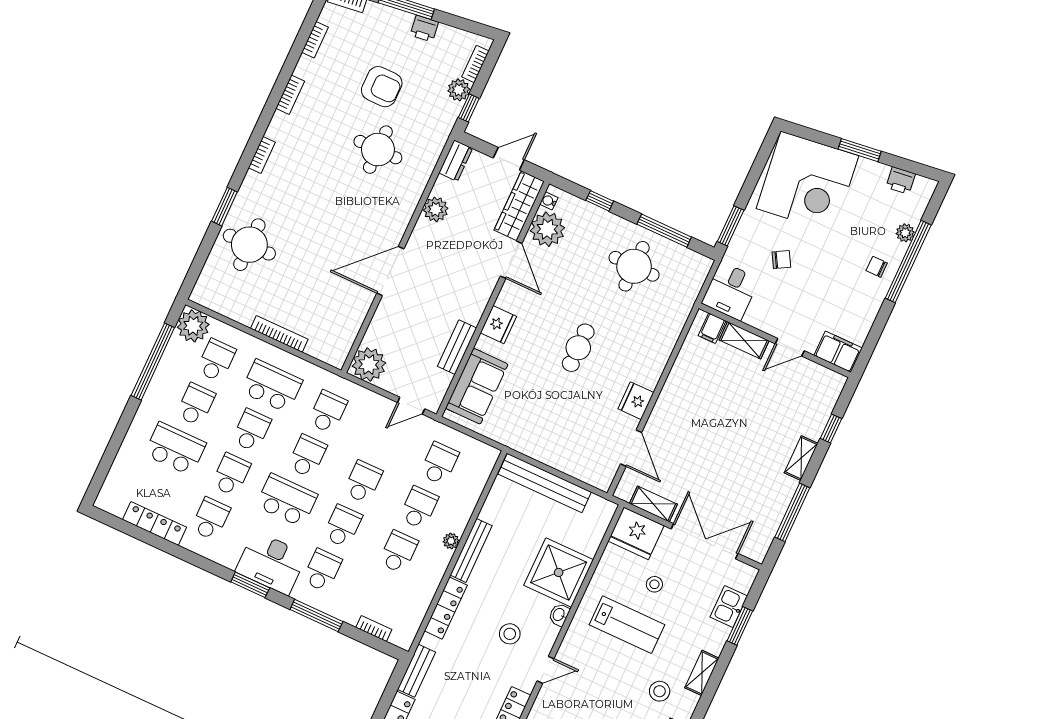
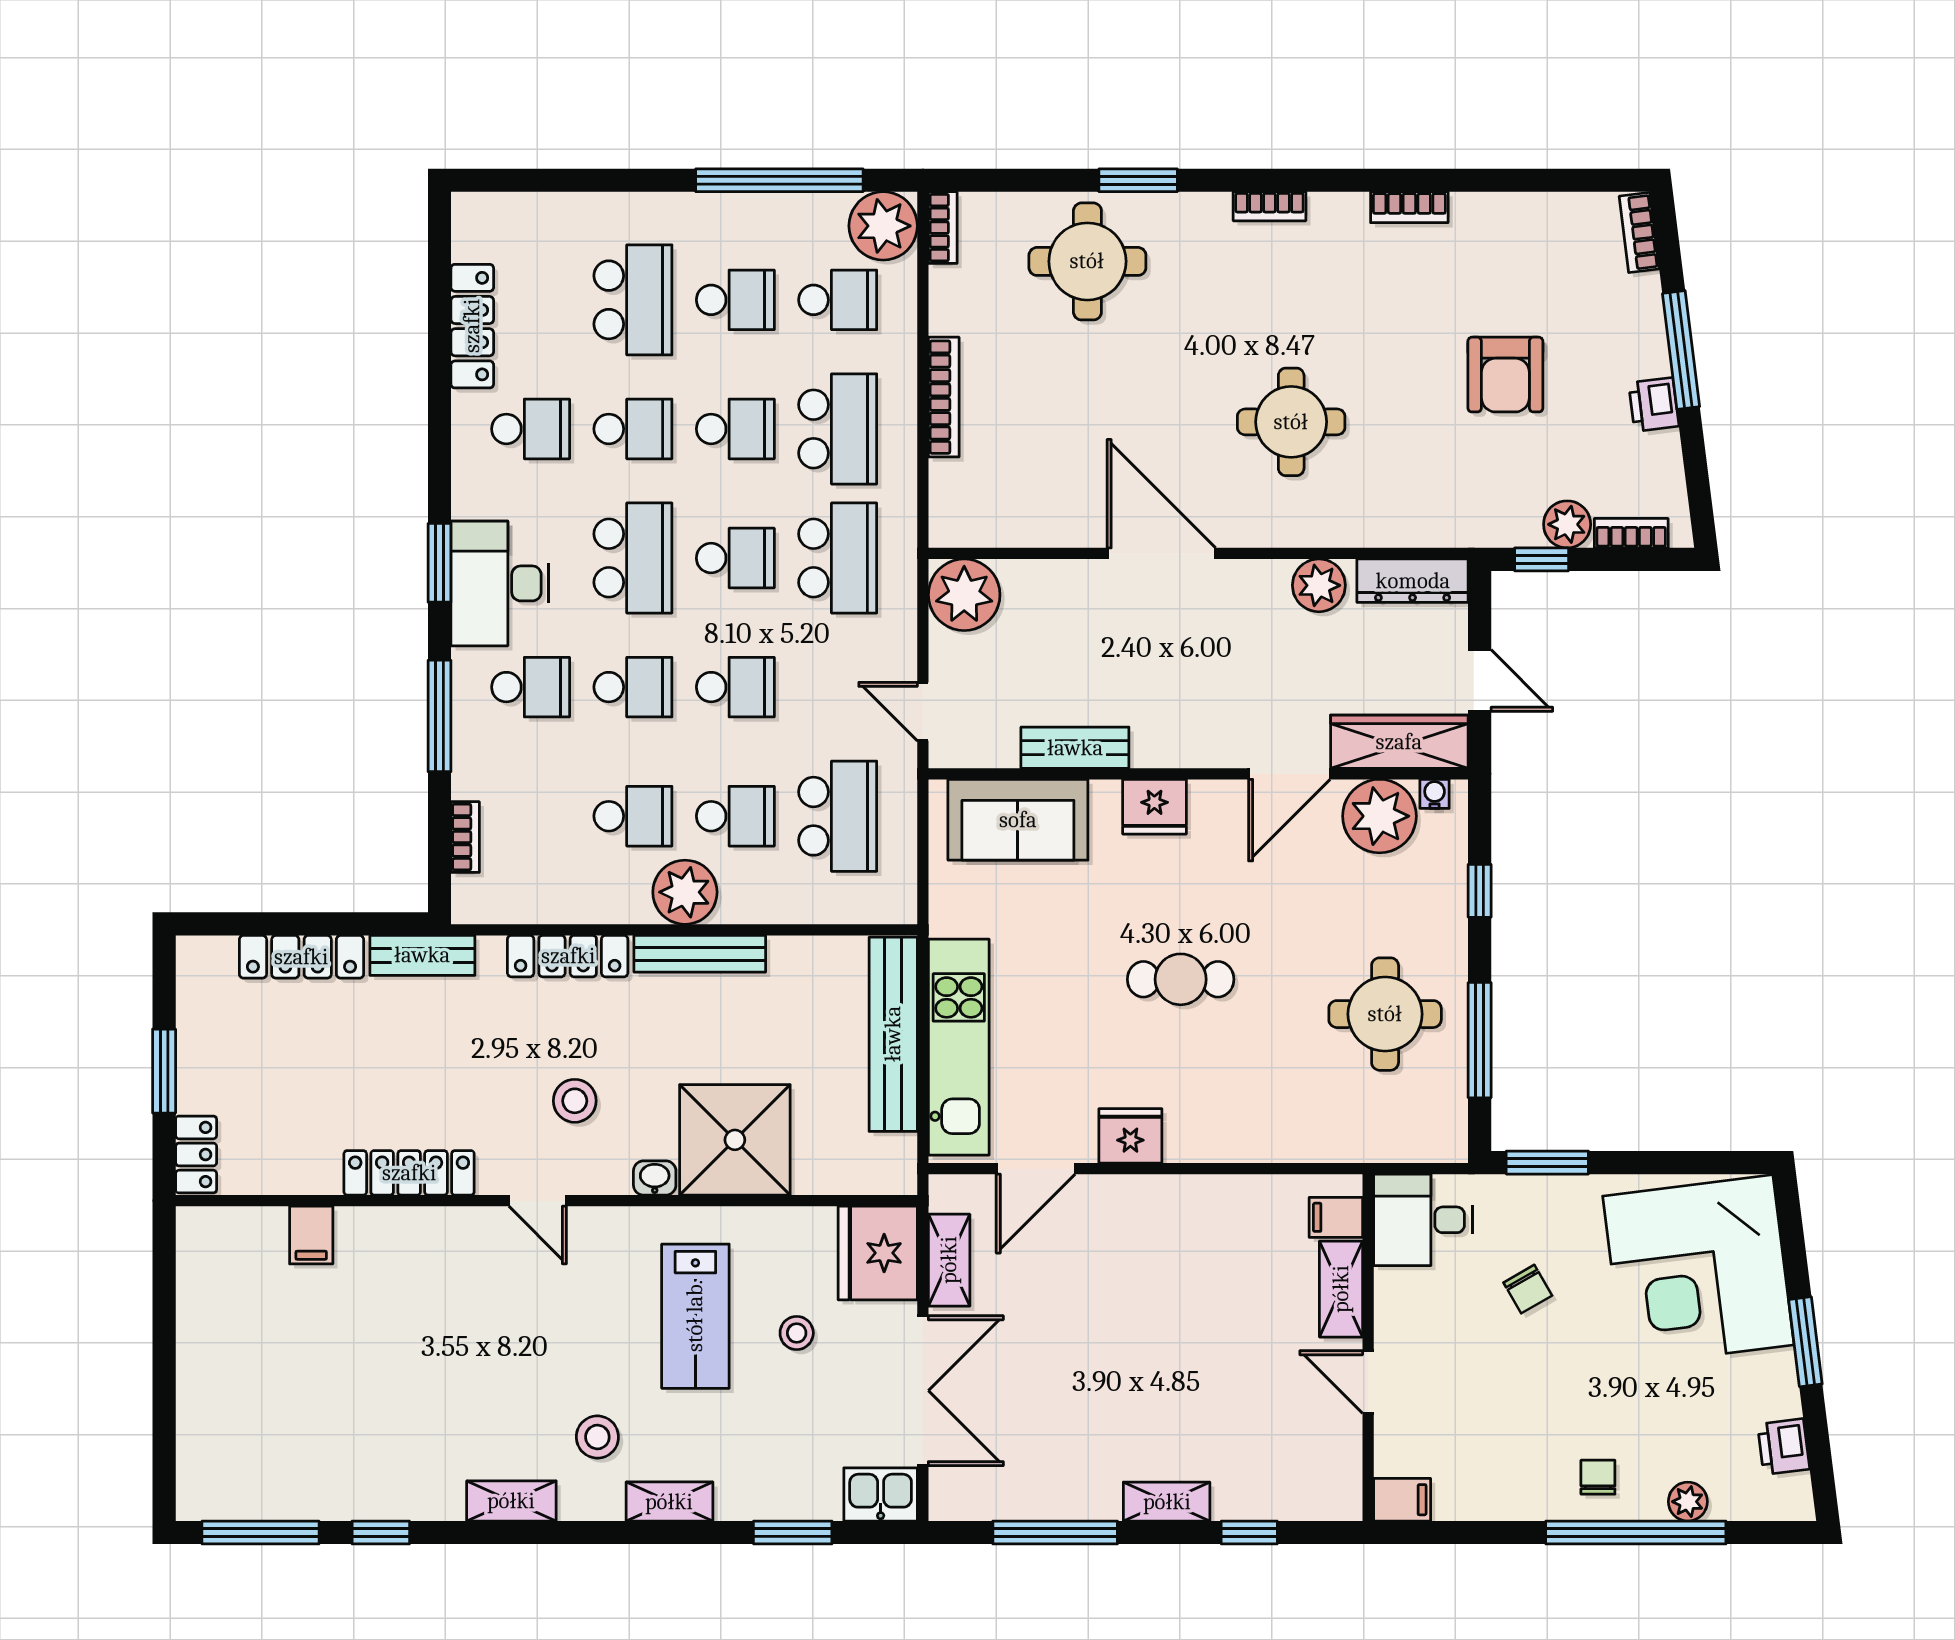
bookcase: (315, 40) -> (943, 228), moved, turned -90
round table: (378, 150) -> (1291, 422), moved
dresser: (456, 161) -> (1413, 581), width x1.44
filing cabinet: (838, 352) -> (1402, 1500), width x0.50
school desk: (328, 412) -> (838, 558), width x1.85
kitchen unit: (563, 457) -> (959, 1047), added
school desk: (439, 463) -> (838, 816), width x1.85
plant: (451, 541) -> (685, 892), width x1.87, depth x1.87
kitchen sink: (729, 607) -> (881, 1494), moved

